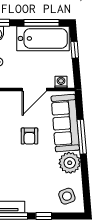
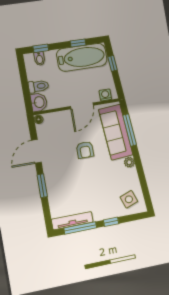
window: (42, 23) -> (78, 43), width x0.46
window: (82, 137) -> (130, 130), moved
plant: (70, 163) -> (129, 162), width x0.53, depth x0.53

